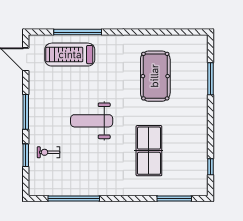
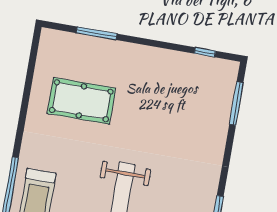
table tennis table: (149, 151) -> (172, 125), removed

